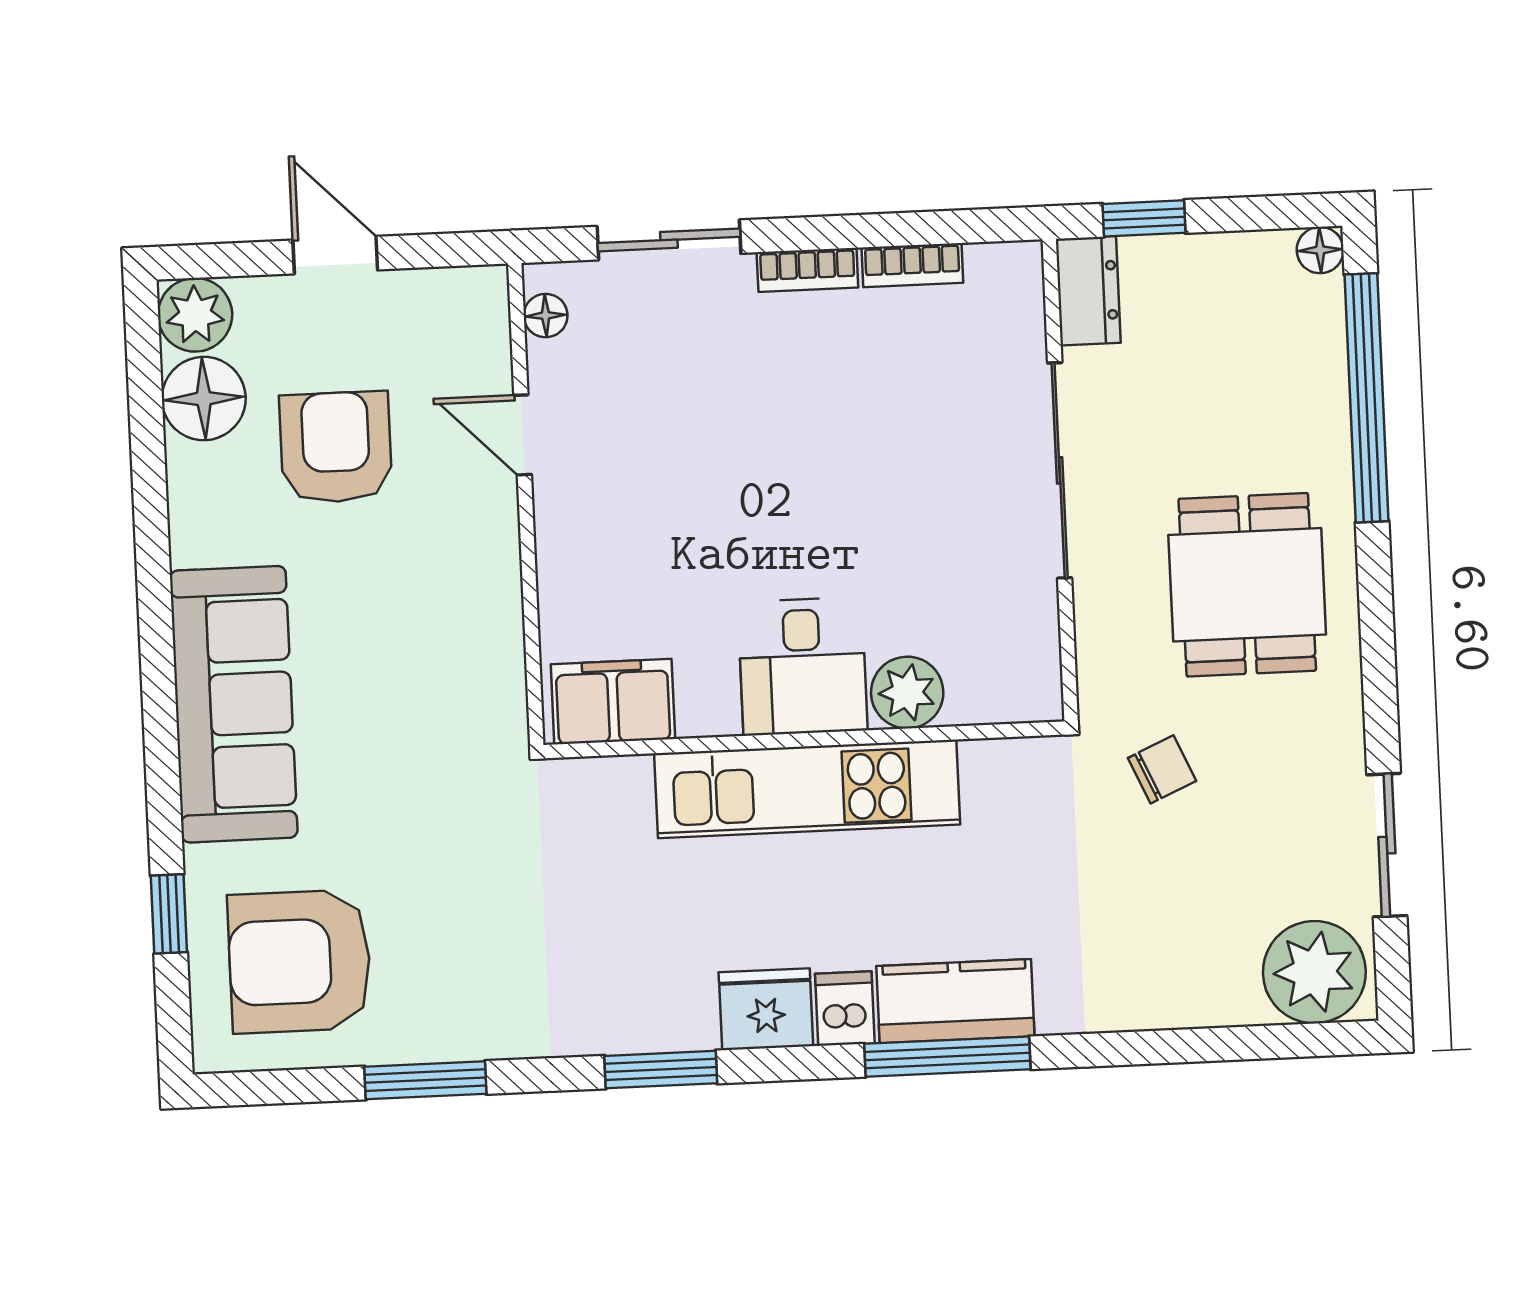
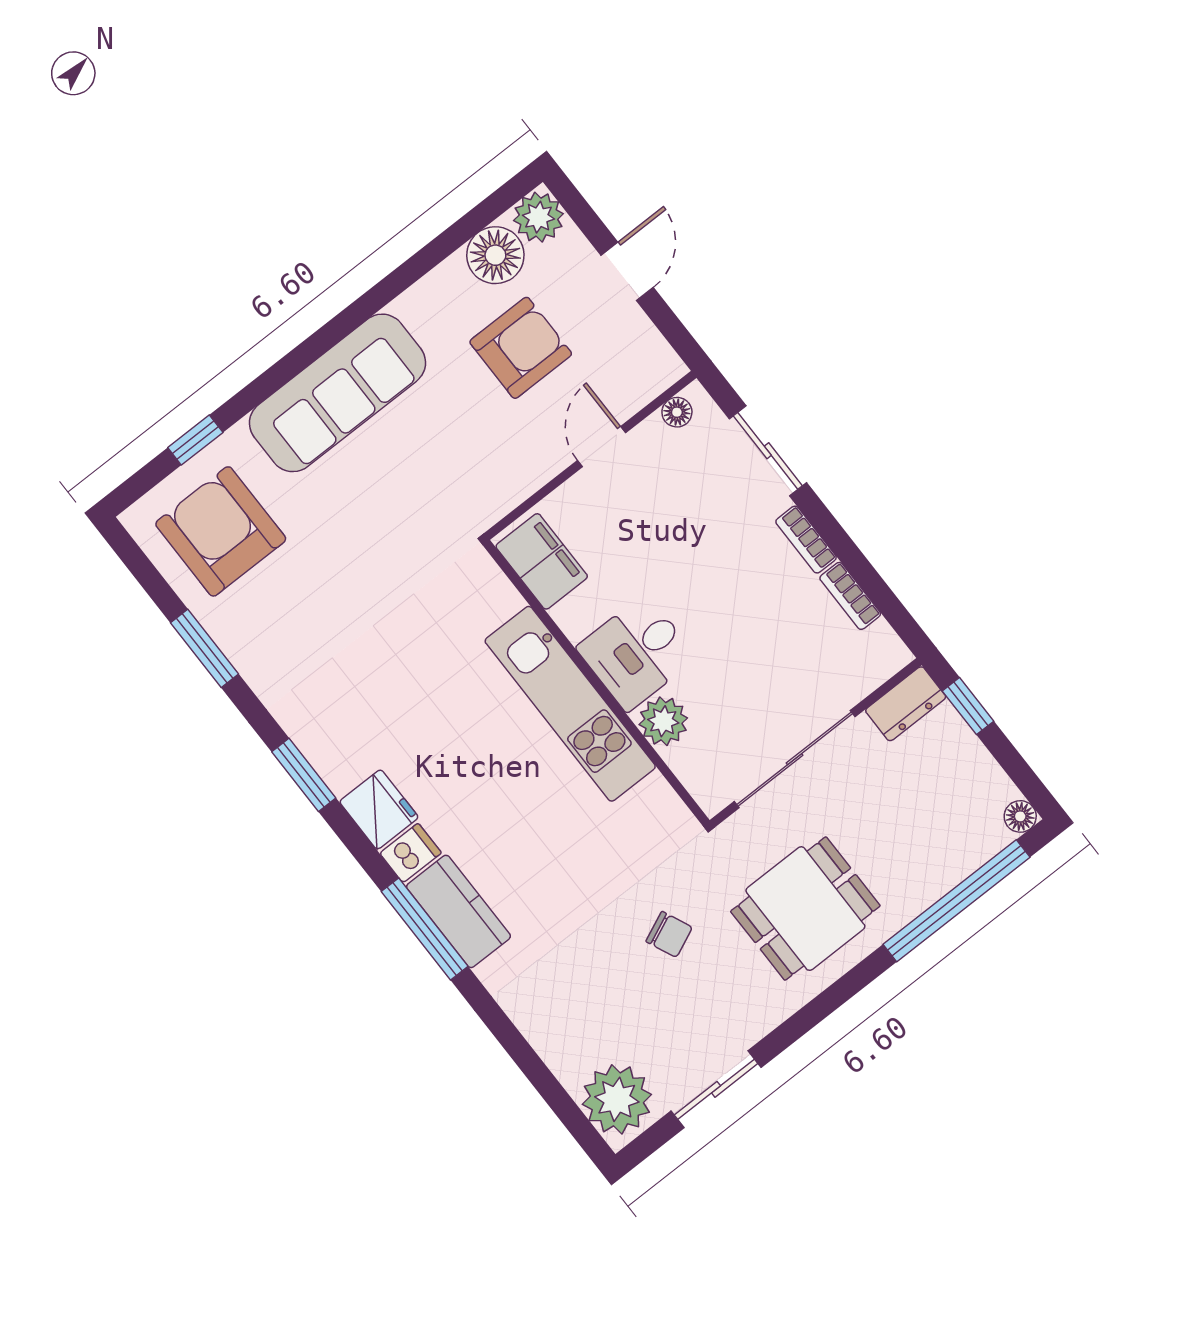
desk: (803, 666) -> (636, 653), moved
plant: (907, 693) -> (663, 721), moved
filing cabinet: (613, 702) -> (542, 561), moved
wall: (804, 740) -> (596, 683), moved
kitchen unit: (807, 789) -> (570, 704), moved

